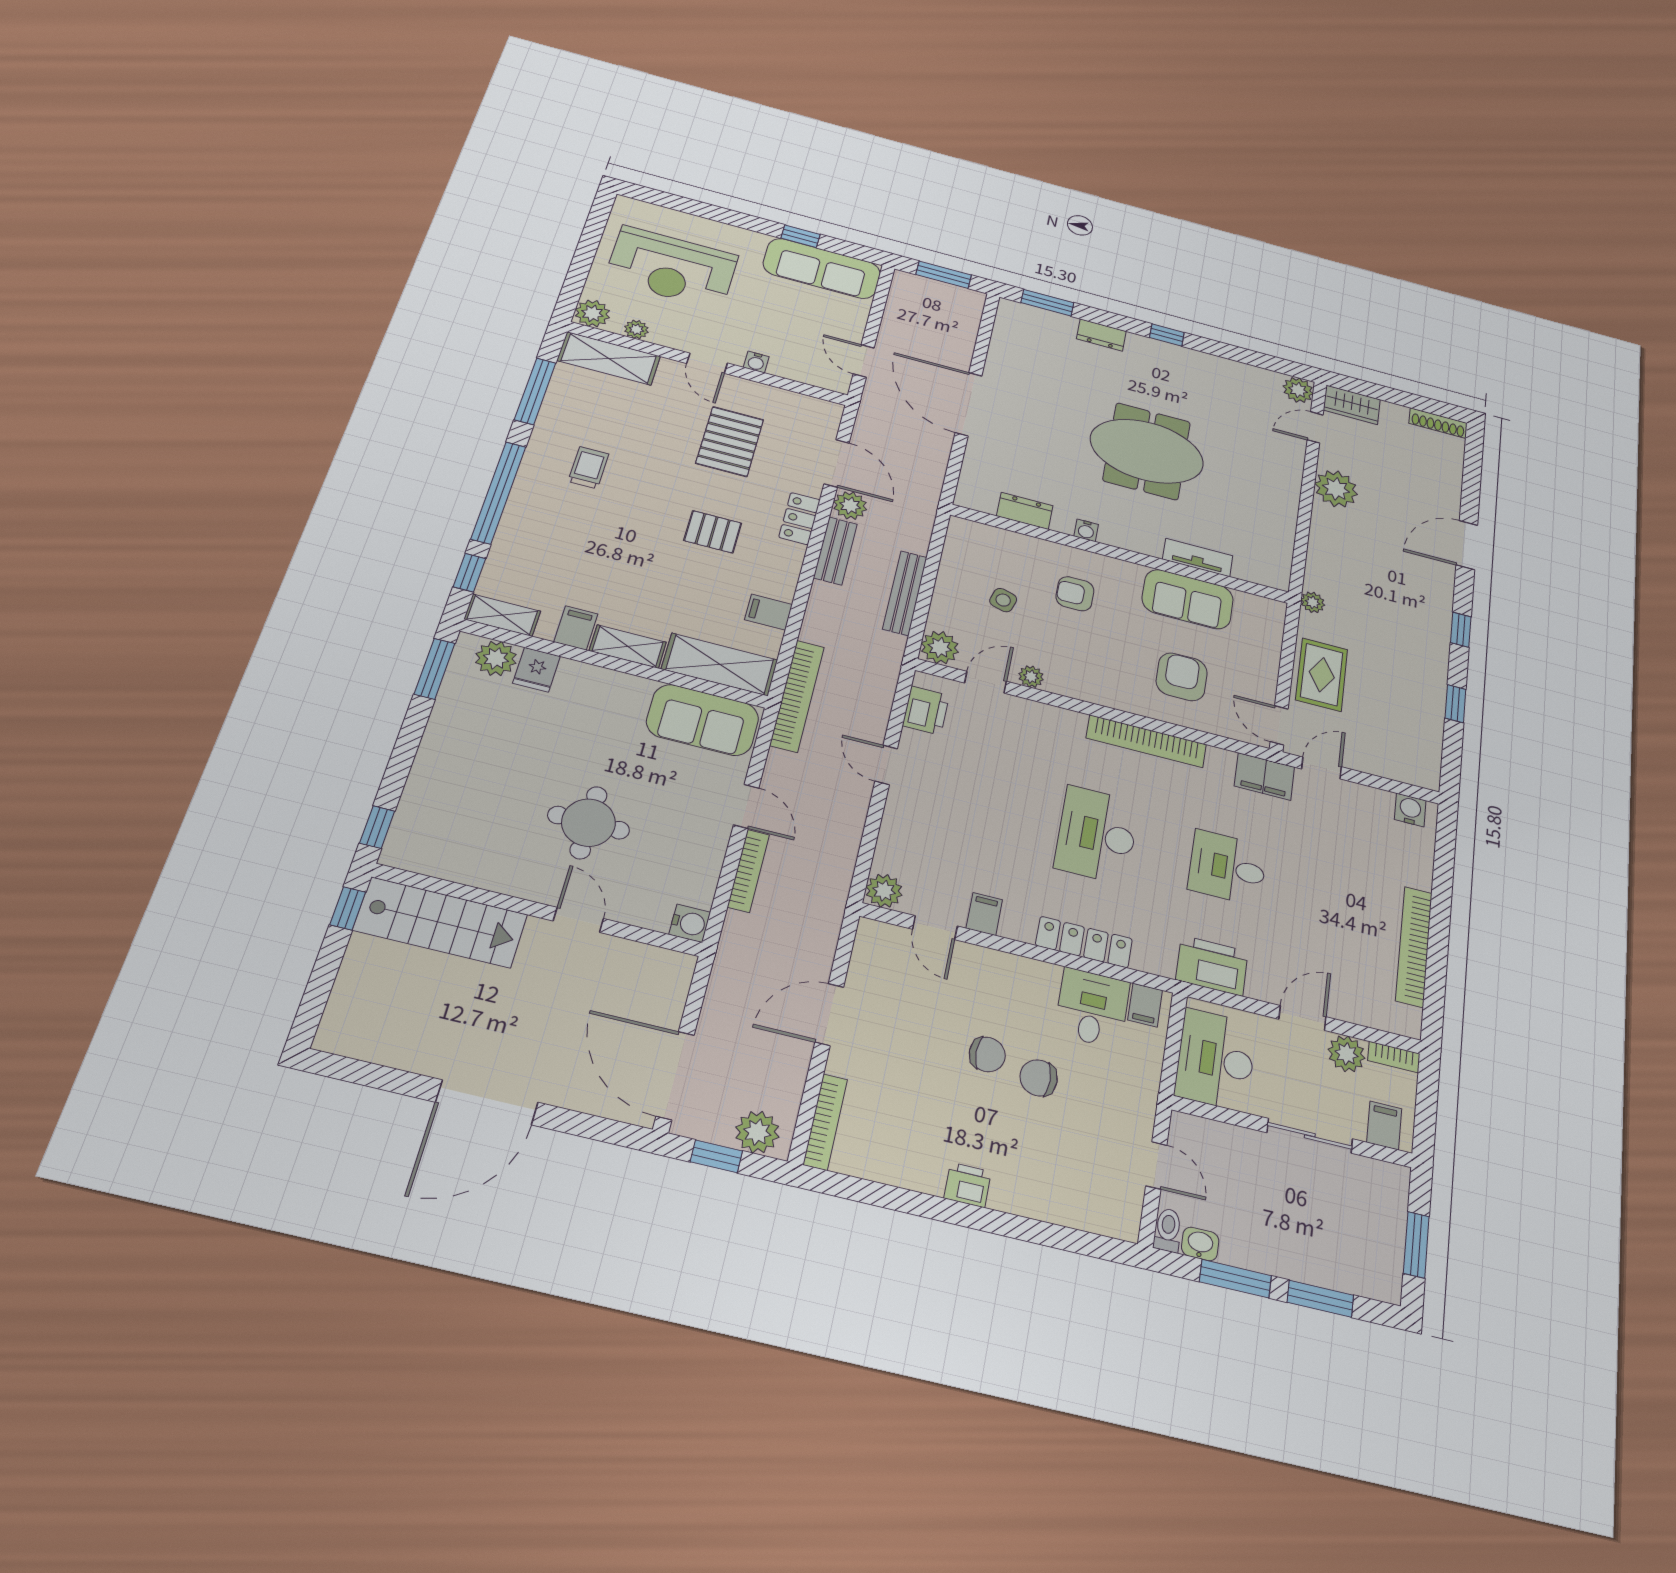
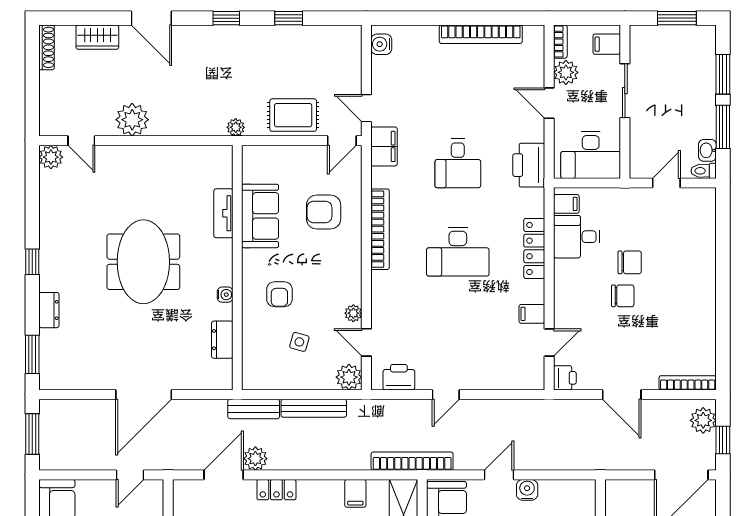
wardrobe: (1352, 405) -> (97, 37), moved, turned 90
bench: (835, 551) -> (254, 409), moved
bookcase: (748, 871) -> (542, 463), removed
plant: (884, 891) -> (533, 378), removed
water cooler: (690, 923) -> (527, 490), moved
chair: (987, 1054) -> (623, 296), turned 90
chair: (1039, 1078) -> (630, 262), turned -90
printer: (968, 1185) -> (565, 378), moved, turned 180

